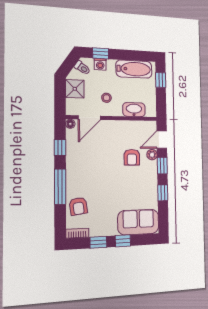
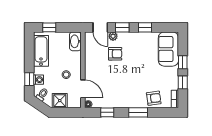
washbasin: (134, 110) -> (75, 41), moved
window: (60, 187) -> (138, 112), width x0.69

